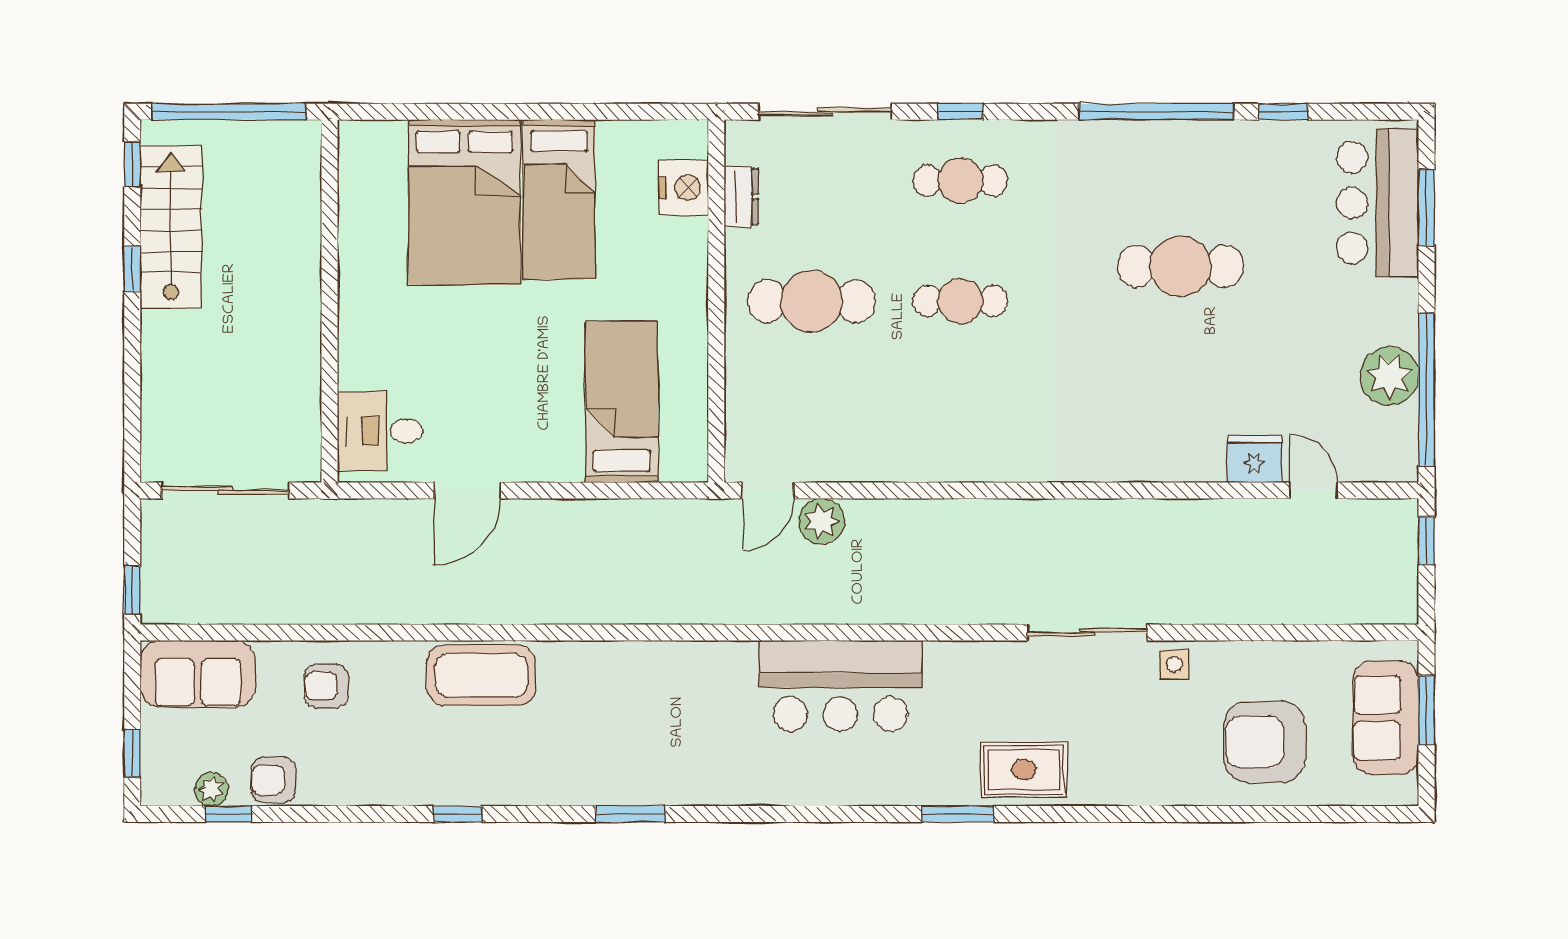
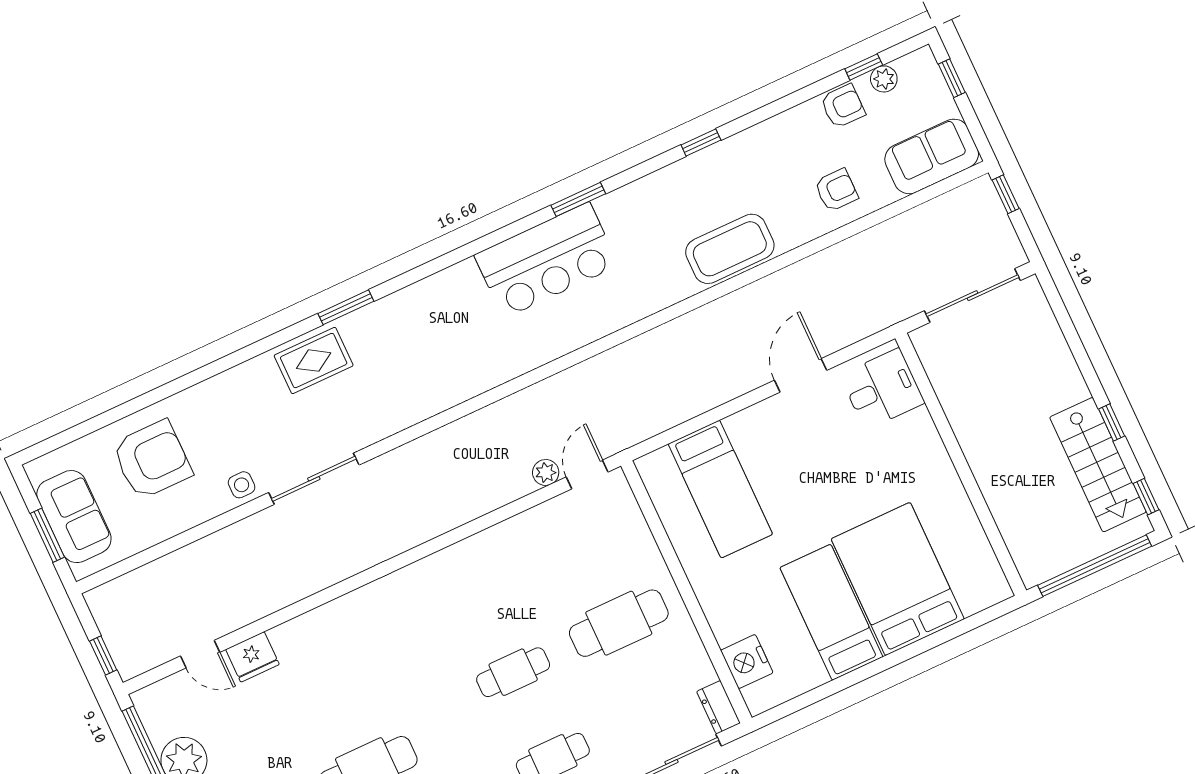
dresser: (741, 196) -> (718, 707), moved
plant: (821, 521) -> (546, 472), width x0.73, depth x0.73
bar counter: (840, 686) -> (546, 260), moved, turned 180

